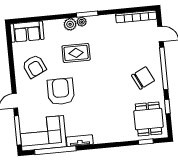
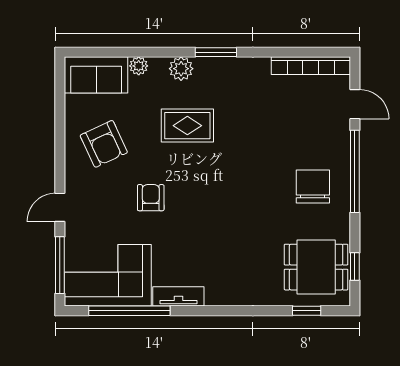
plant: (82, 22) -> (139, 66), moved
chair: (143, 78) -> (313, 186), turned -64
armchair: (61, 92) -> (151, 198), width x0.53, depth x0.53
window: (167, 107) -> (355, 266), moved
dining table: (149, 119) -> (316, 267), turned 90

